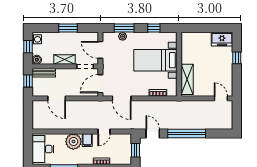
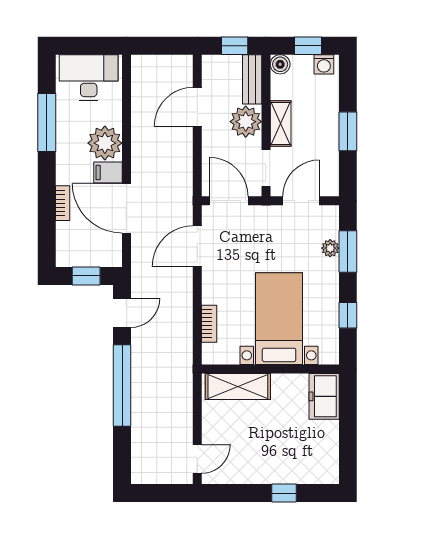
freezer: (222, 39) -> (324, 396), moved
plant: (63, 76) -> (246, 122), added
door: (104, 131) -> (126, 208), width x1.88

